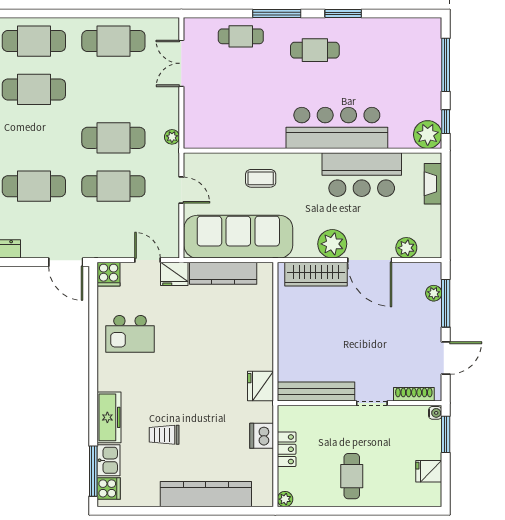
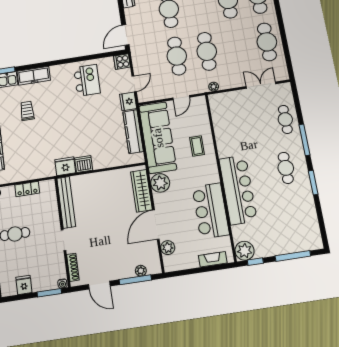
plant: (332, 244) -> (160, 183), moved
kitchen island: (130, 334) -> (87, 80), turned 180
dishwasher: (262, 436) -> (84, 164), moved

